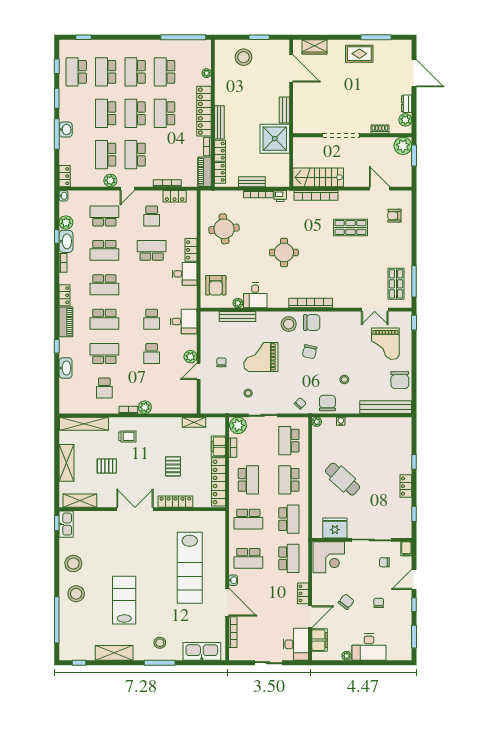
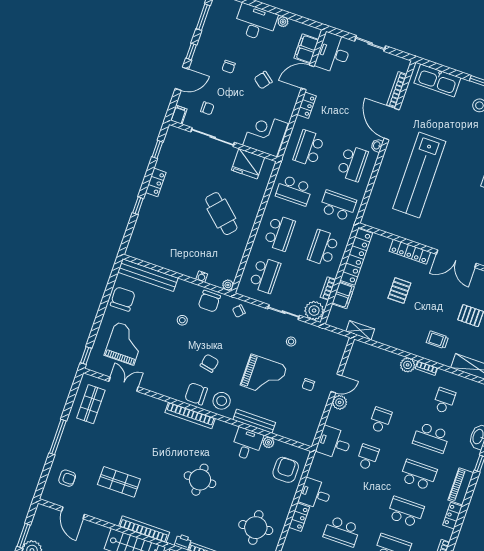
window: (414, 281) -> (58, 437), moved
bench: (238, 317) -> (254, 421), moved
school desk: (289, 519) -> (294, 190), turned -90
school desk: (248, 558) -> (352, 163), turned 90
lab bench: (190, 568) -> (419, 175), turned 180

